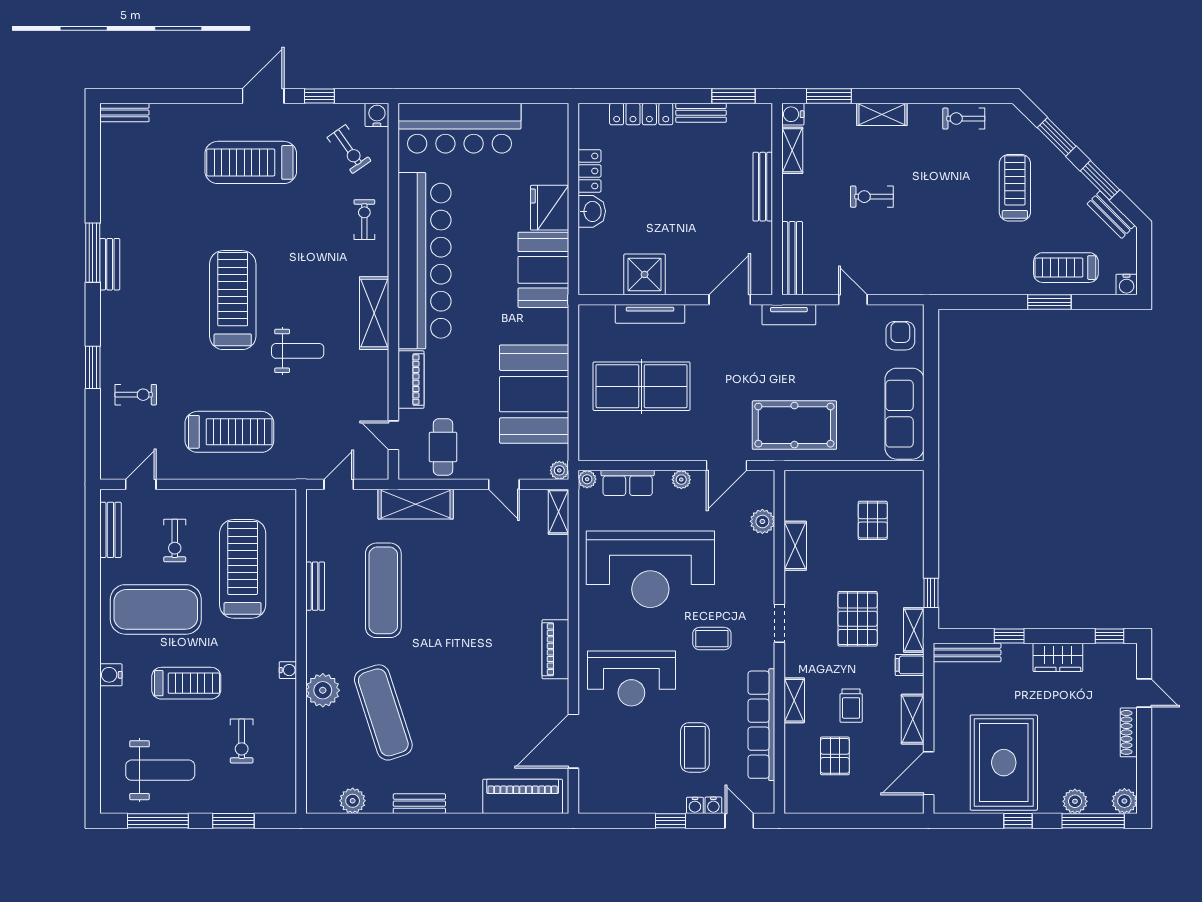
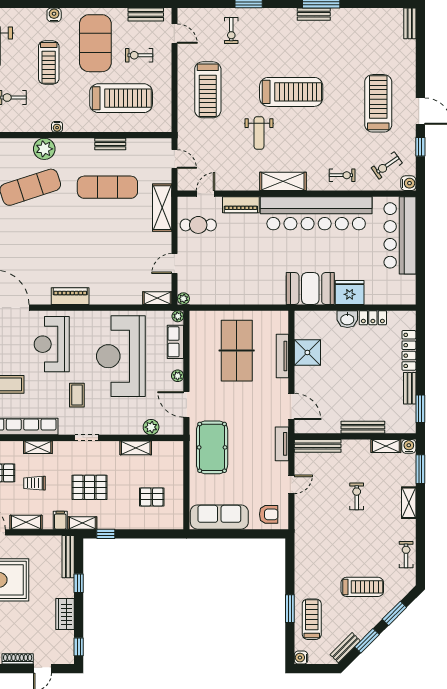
booth: (534, 394) -> (232, 283), removed

